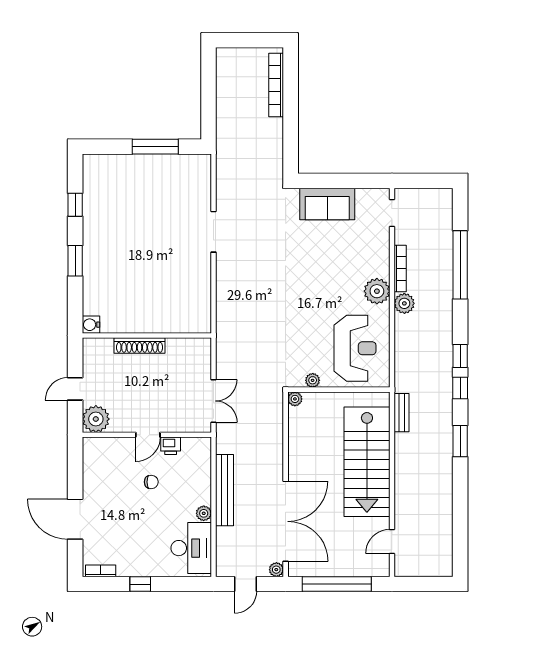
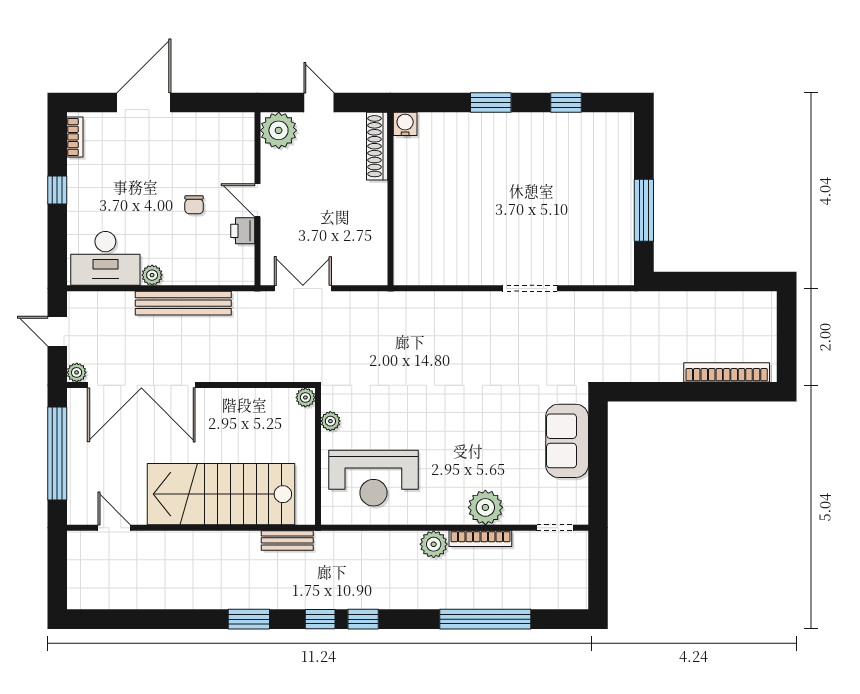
plant: (377, 291) -> (485, 507), moved
shoe rack: (140, 346) -> (377, 146), moved
double door: (214, 401) -> (303, 288), swing flipped

